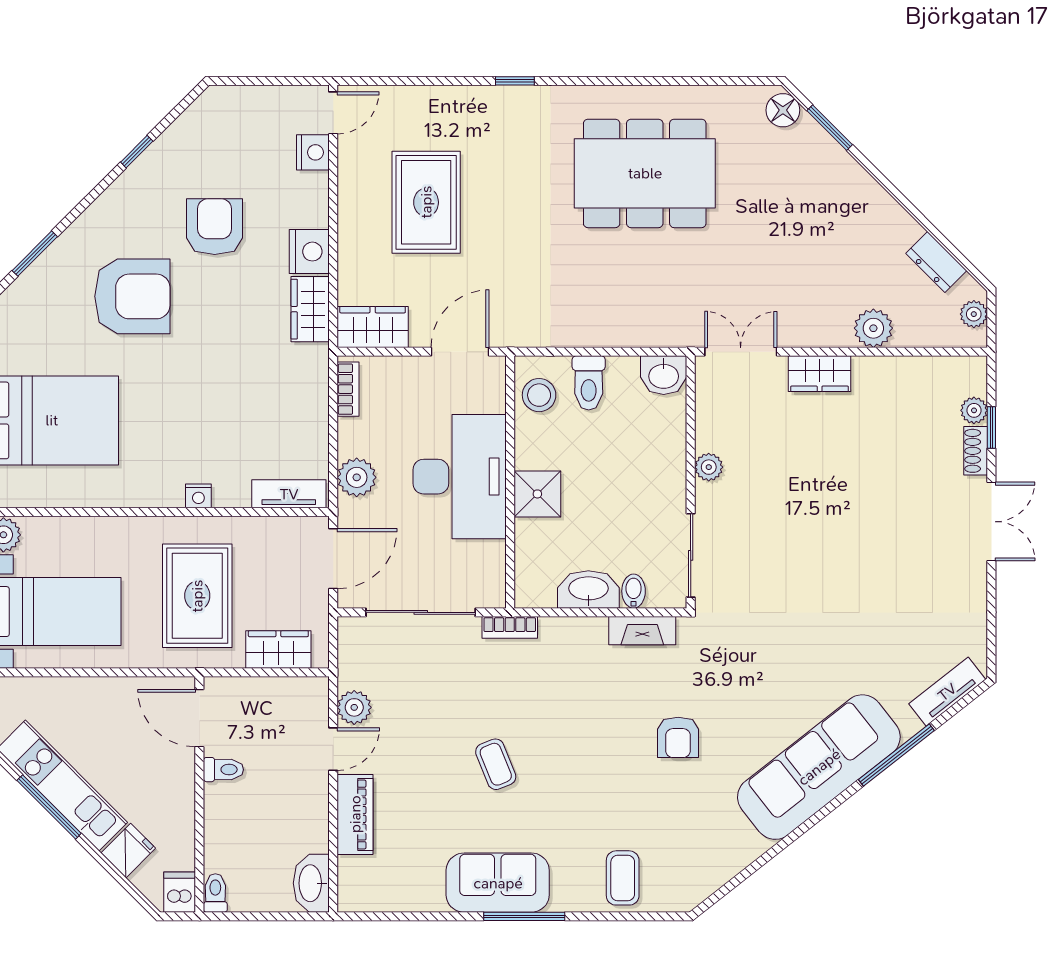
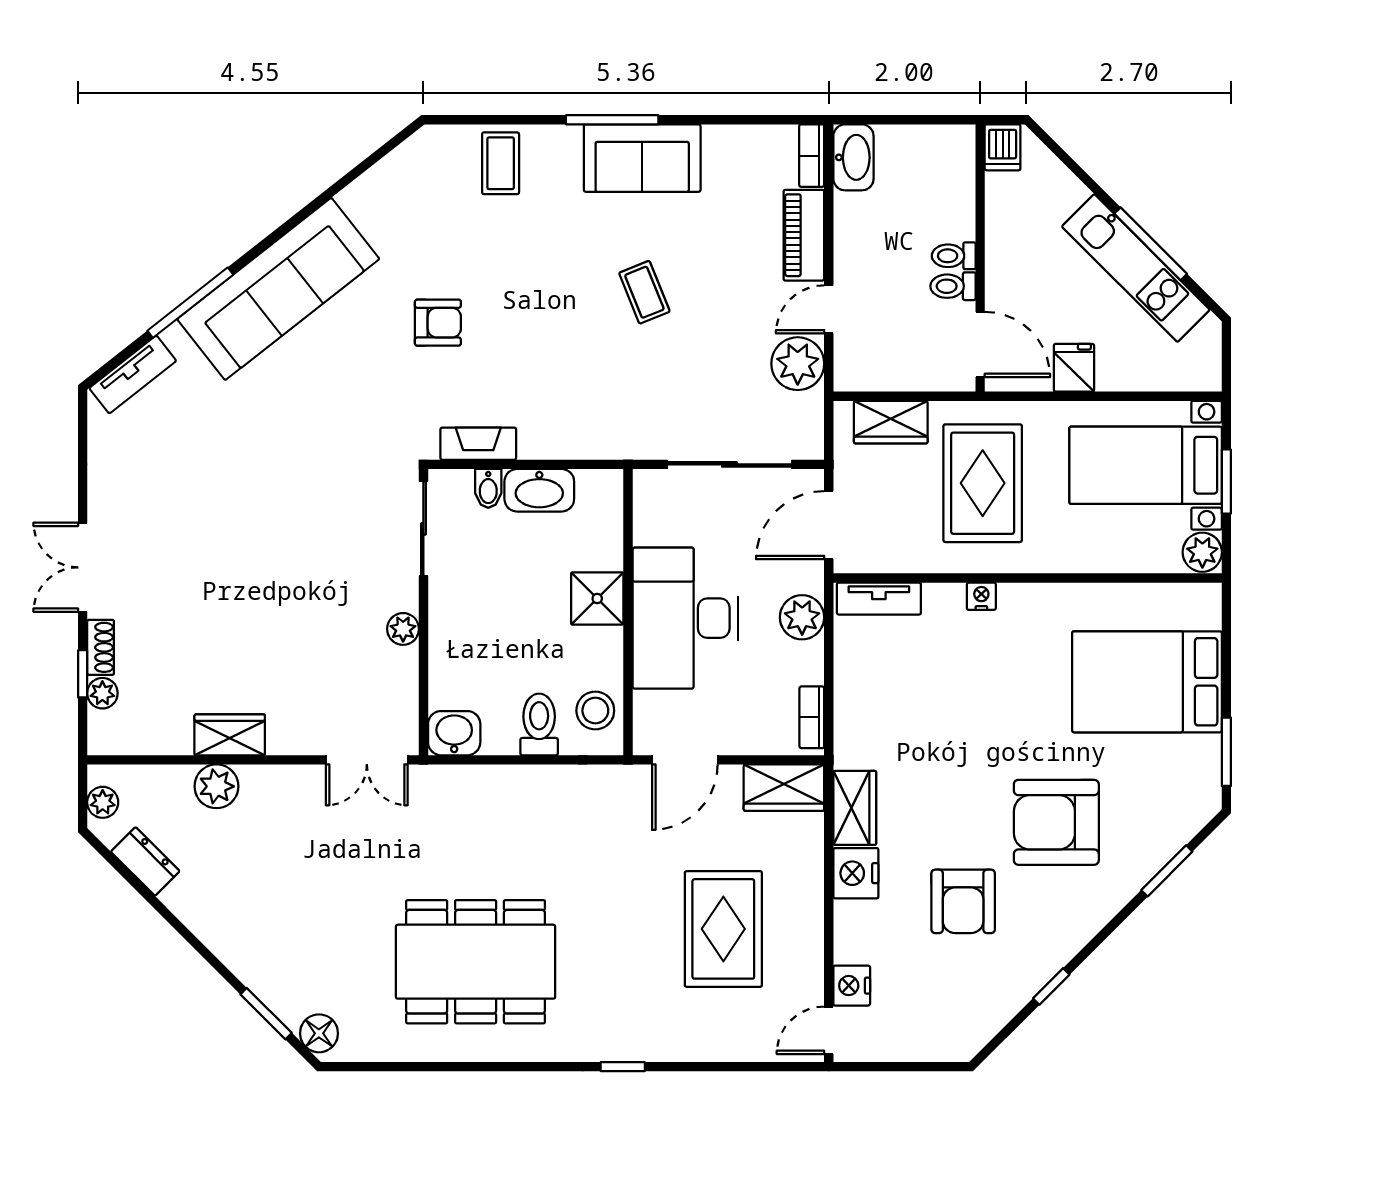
wardrobe: (820, 374) -> (230, 735), moved
bookcase: (510, 627) -> (812, 156), moved, turned -90
plant: (354, 707) -> (798, 364), width x1.36, depth x1.36
armchair: (678, 737) -> (438, 323), turned 90
fridge: (128, 851) -> (1074, 368), moved, turned 135
toilet: (215, 893) -> (954, 256), moved, turned 90

